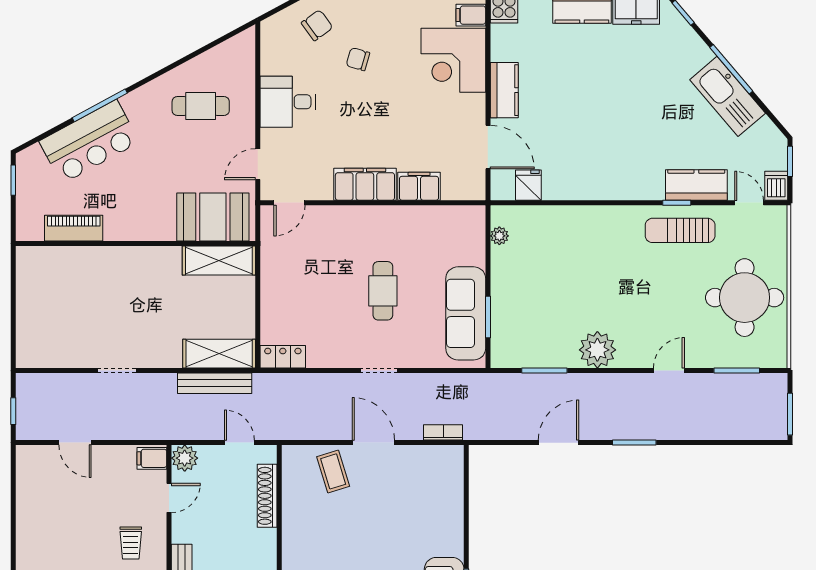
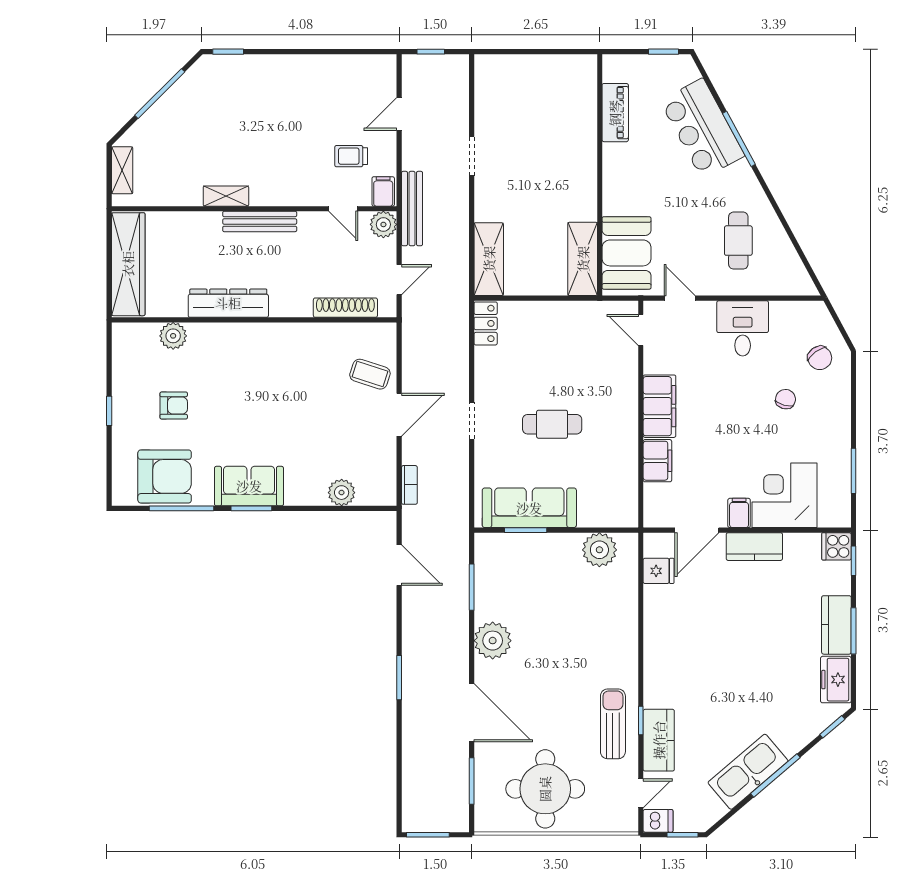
filing cabinet: (471, 15) -> (739, 513), moved
plant: (499, 236) -> (599, 550), width x1.87, depth x1.87
door: (669, 371) -> (472, 713), width x1.87
bench: (215, 383) -> (412, 209), moved
door: (559, 443) -> (399, 565), moved
coffee table: (333, 471) -> (370, 374), turned 35
plant: (451, 500) -> (342, 493), added
trolley: (131, 543) -> (351, 156), moved

